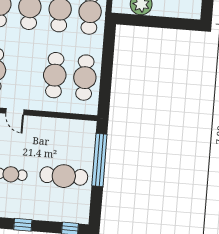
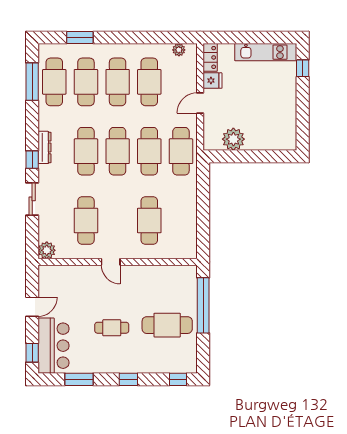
cafe table: (85, 78) -> (181, 221), removed

